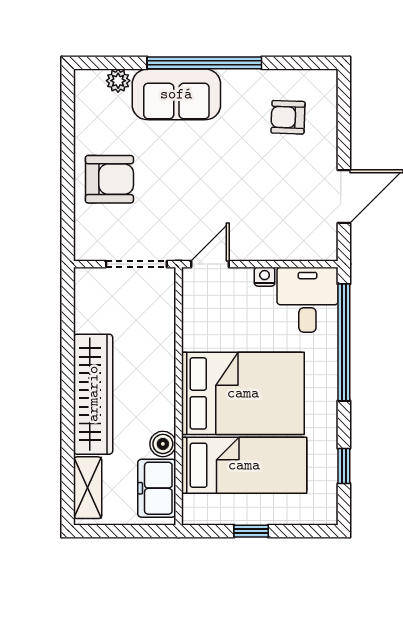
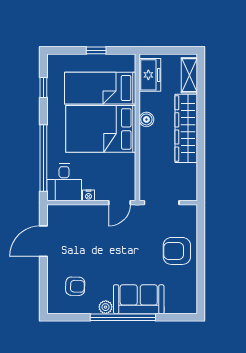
plant: (118, 81) -> (106, 307), moved
boiler: (163, 444) -> (146, 119), moved

